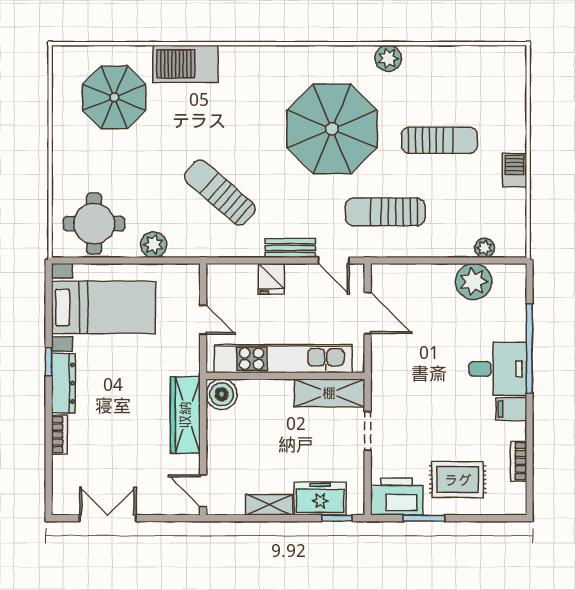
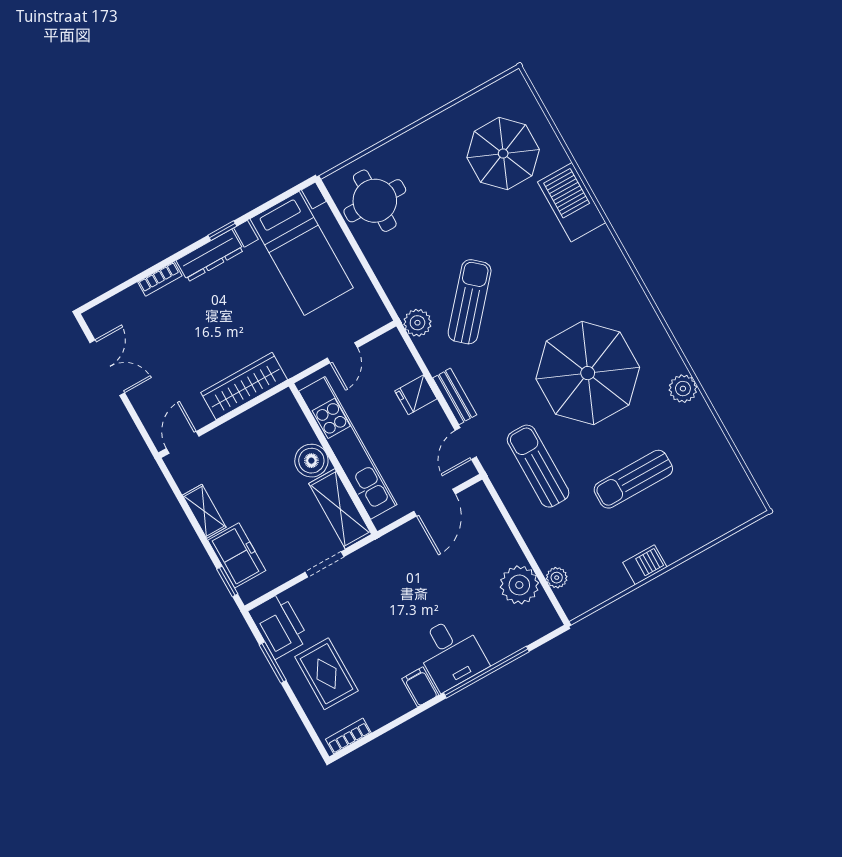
sun lounger: (439, 140) -> (633, 479), turned 90
plant: (154, 245) -> (417, 323), moved
boiler: (222, 394) -> (311, 461), moved
bookcase: (519, 461) -> (348, 736), moved

